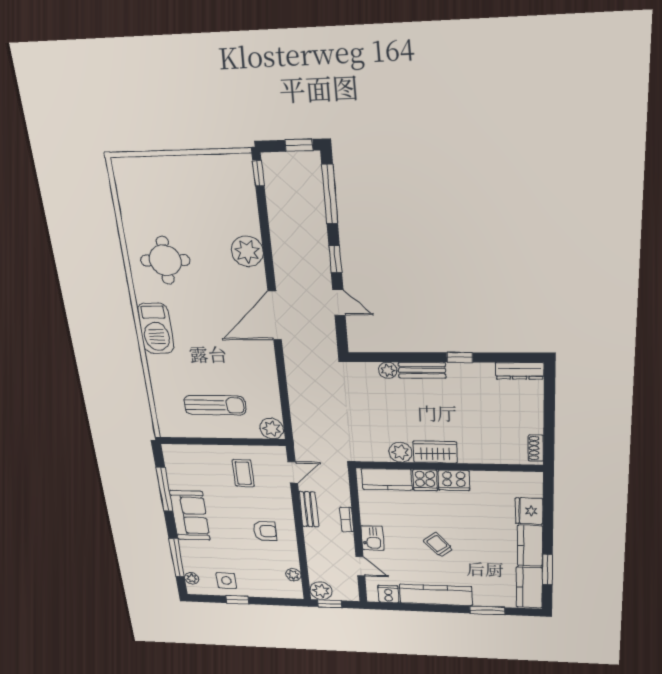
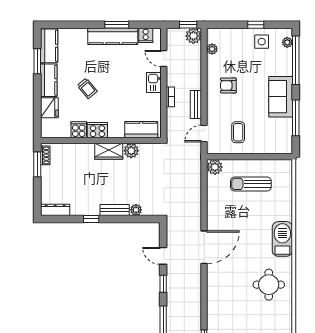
plant: (247, 251) -> (216, 290), removed
window: (549, 436) -> (37, 164), added
cooker: (425, 480) -> (79, 130), moved
trolley: (438, 545) -> (87, 88), moved
window: (177, 558) -> (296, 60), width x1.46
window: (487, 610) -> (117, 25), moved

